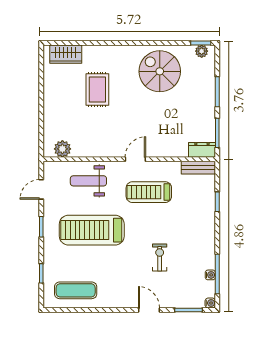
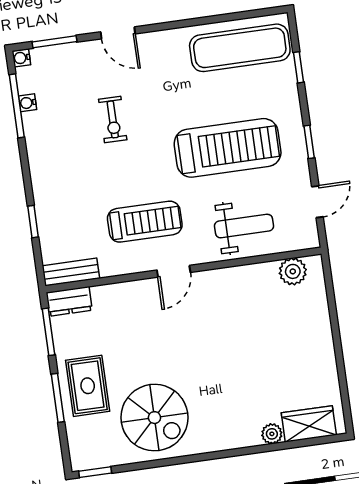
plant: (202, 51) -> (272, 434), moved
rug: (97, 90) -> (88, 386), moved
exercise mat: (76, 290) -> (240, 48), width x1.36, depth x1.45

